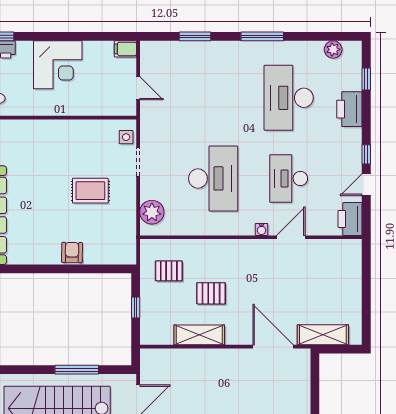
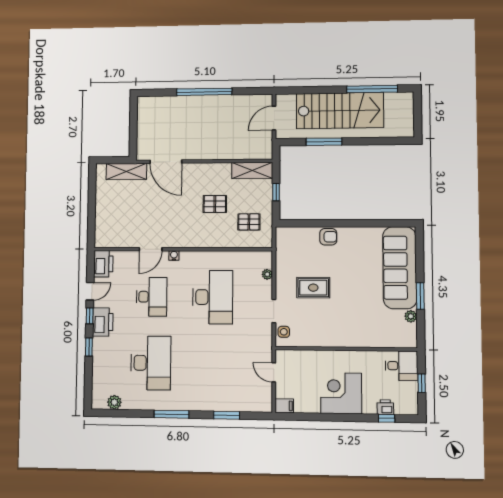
window: (366, 79) -> (89, 347), moved
printer: (349, 109) -> (103, 322), moved
desk: (213, 178) -> (213, 297), turned 180
plant: (152, 212) -> (267, 274), width x0.53, depth x0.53
armchair: (72, 253) -> (328, 237), turned -91
shelving: (199, 335) -> (252, 170), moved

